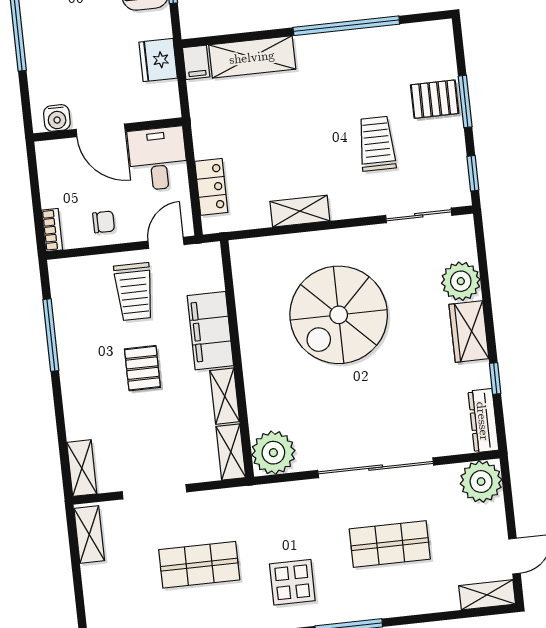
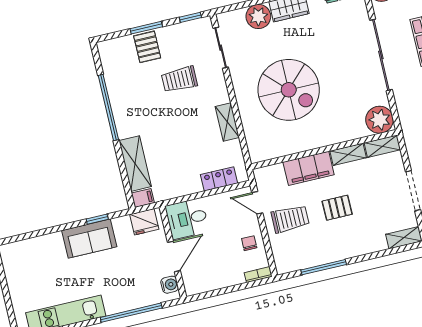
water cooler: (57, 118) -> (170, 285), moved
wall: (108, 129) -> (173, 252), moved
door: (101, 130) -> (174, 256), moved
desk: (158, 159) -> (187, 219), moved

